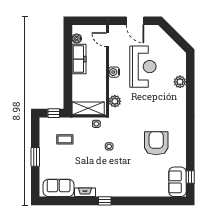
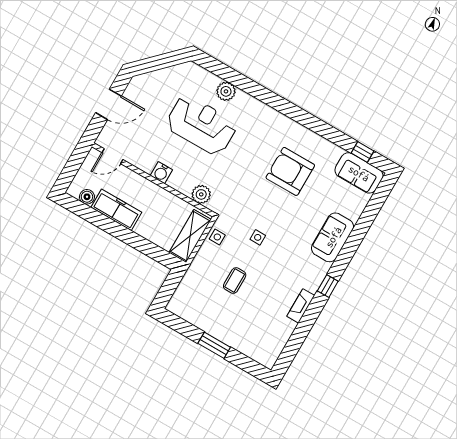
reception desk: (143, 67) -> (201, 125), moved
window: (54, 113) -> (170, 286), removed
coffee table: (65, 139) -> (235, 281), moved
sofa: (59, 188) -> (333, 237), moved

